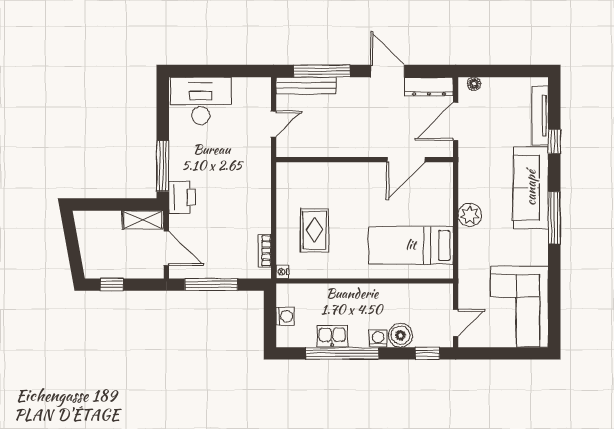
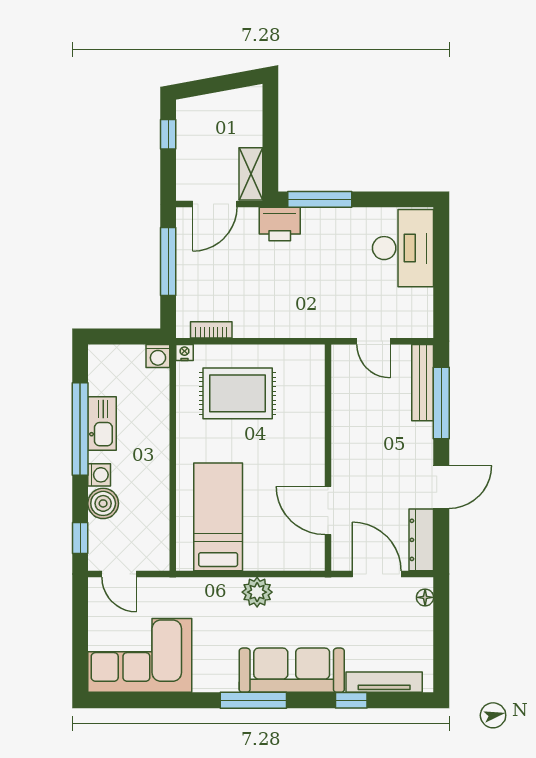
rug: (314, 230) -> (238, 393), width x1.36, depth x1.43
washing machine: (285, 316) -> (158, 356), moved
kitchen sink: (332, 336) -> (102, 423), width x1.38

